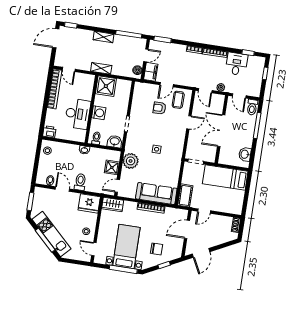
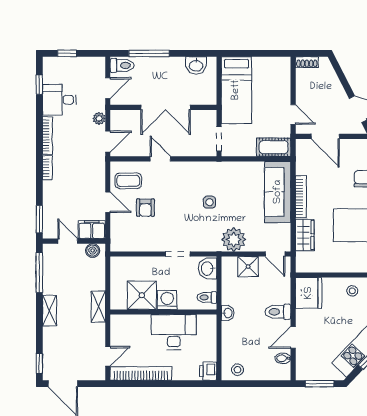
shower: (106, 86) -> (142, 295), moved
wardrobe: (113, 204) -> (305, 235), moved

